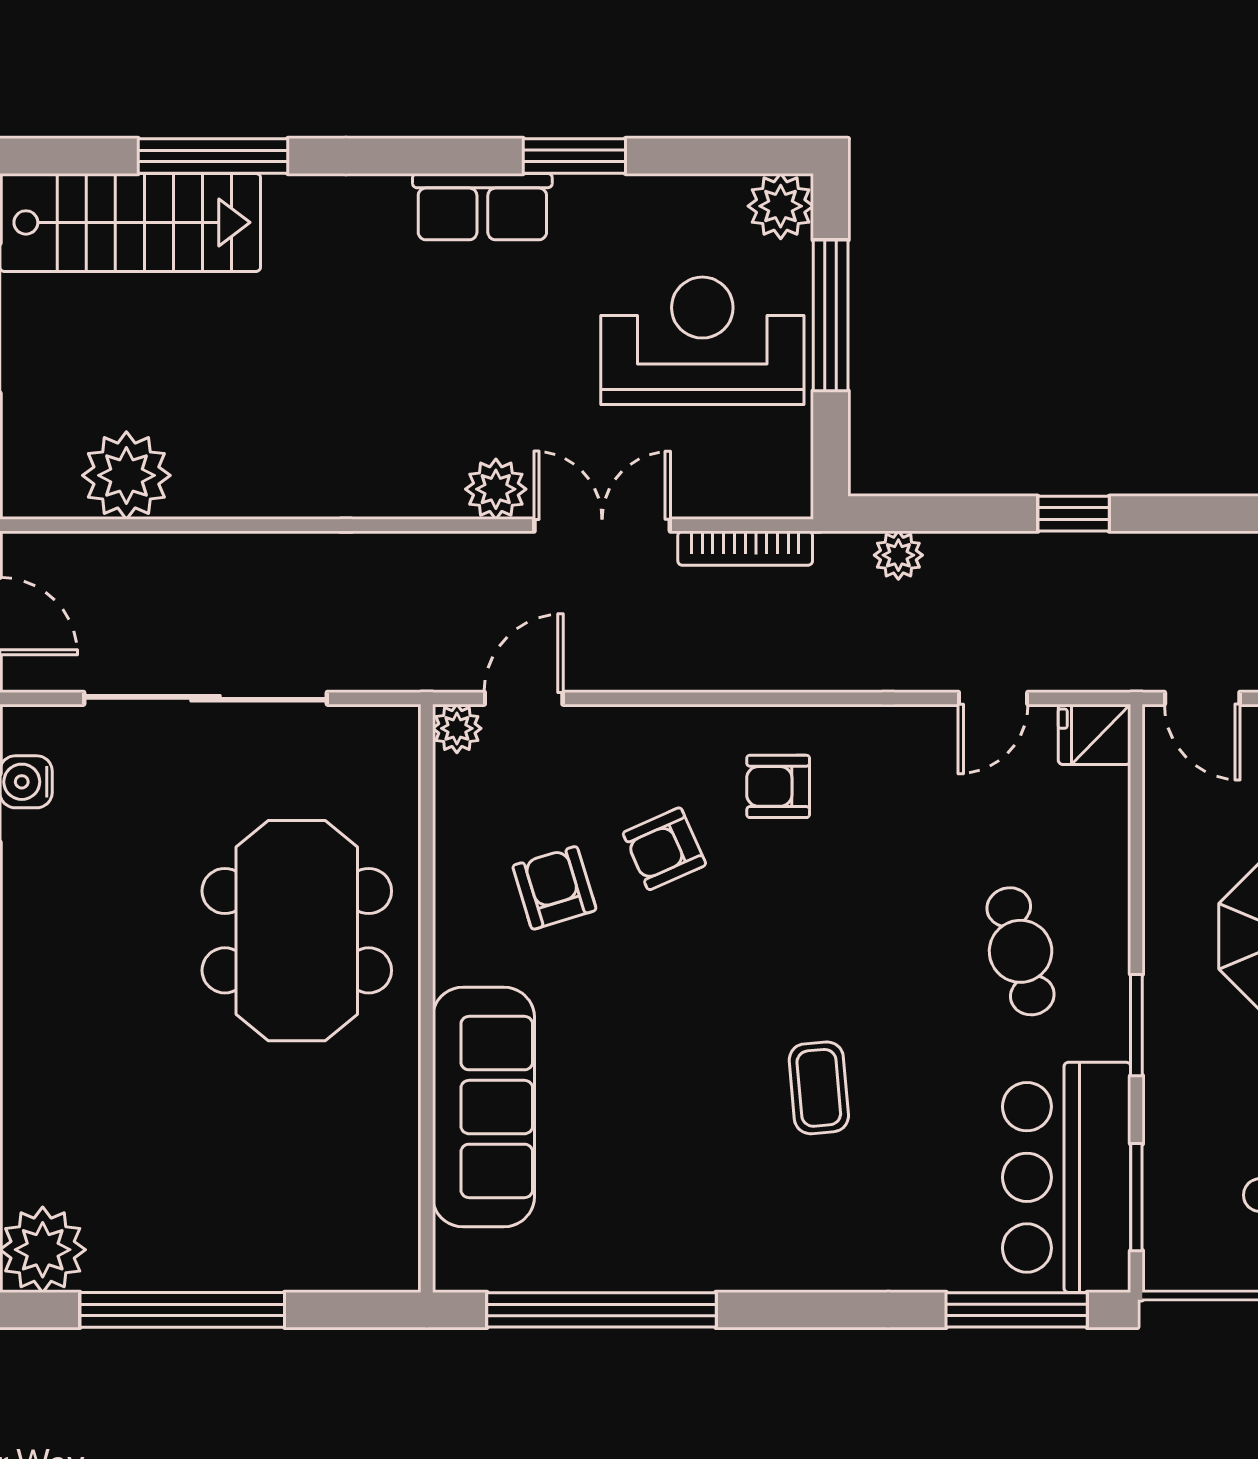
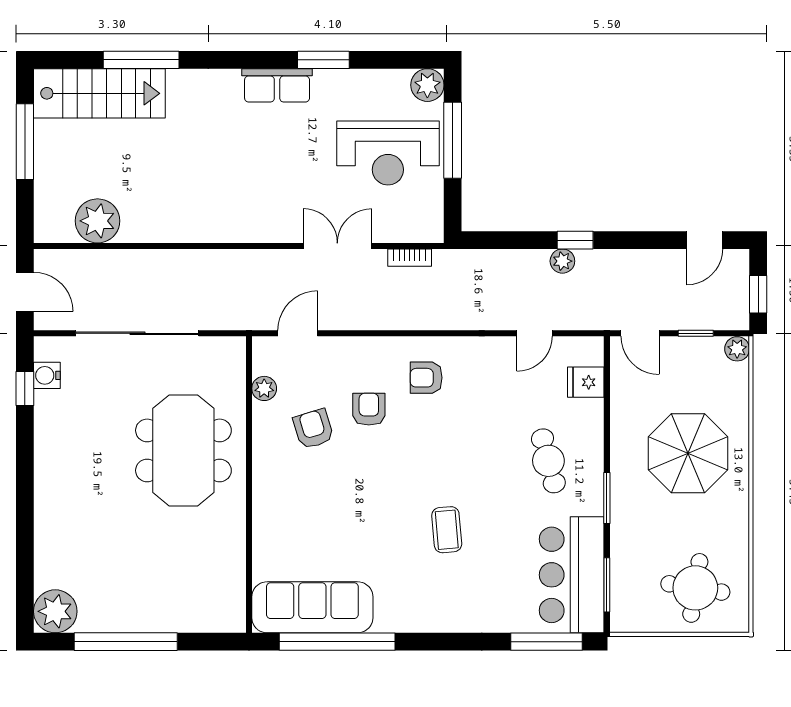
reception desk: (702, 341) -> (388, 153), turned 180
plant: (496, 489) -> (284, 228), removed
bookcase: (745, 548) -> (410, 258), width x0.64
plant: (898, 555) -> (562, 261), moved
plant: (457, 728) -> (264, 388), moved
fridge: (1095, 734) -> (586, 382), moved
armchair: (664, 849) -> (369, 409), turned 114
sofa: (483, 1107) -> (312, 607), moved, turned -90

